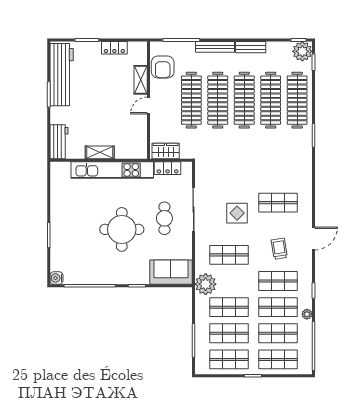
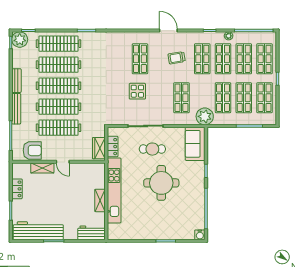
display table: (237, 213) -> (137, 91), moved

